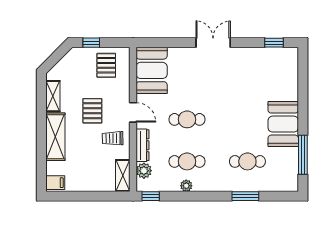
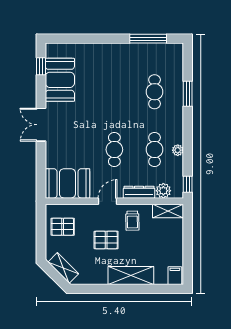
window: (91, 43) -> (41, 241), removed
shelving: (53, 96) -> (63, 268), moved, turned 45
booth: (283, 124) -> (60, 80), moved, turned 90

